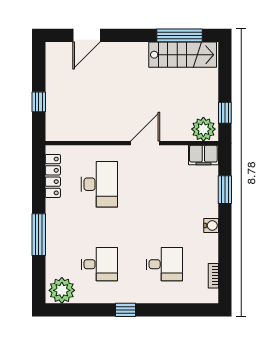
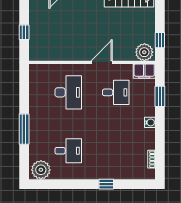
locker: (53, 176) -> (34, 86), removed
desk: (164, 264) -> (116, 92), moved
window: (126, 310) -> (106, 184), moved

